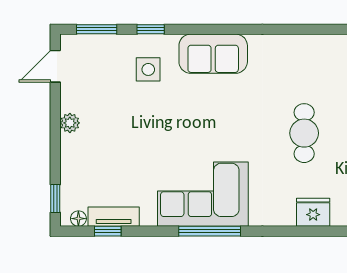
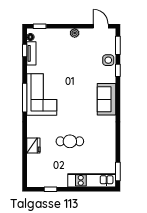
side table: (148, 69) -> (108, 60), moved

